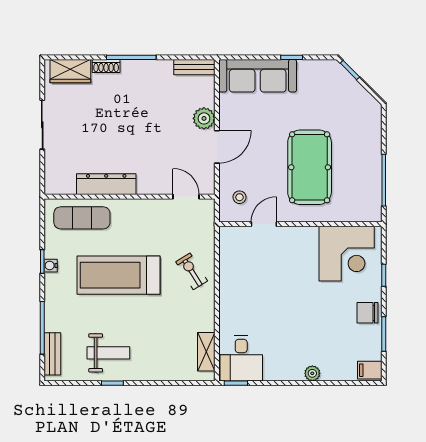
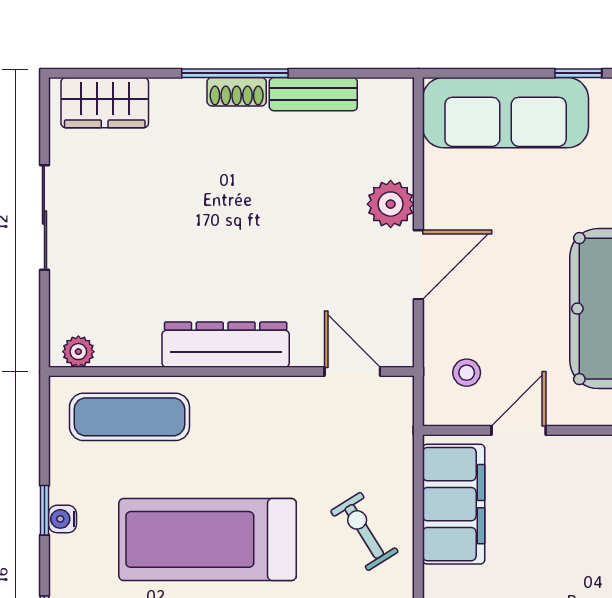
shoe rack: (106, 66) -> (237, 92), moved
bench: (194, 67) -> (313, 94), moved
dresser: (106, 184) -> (226, 345), moved
plant: (58, 187) -> (78, 352), added
filing cabinet: (233, 259) -> (454, 504), added

